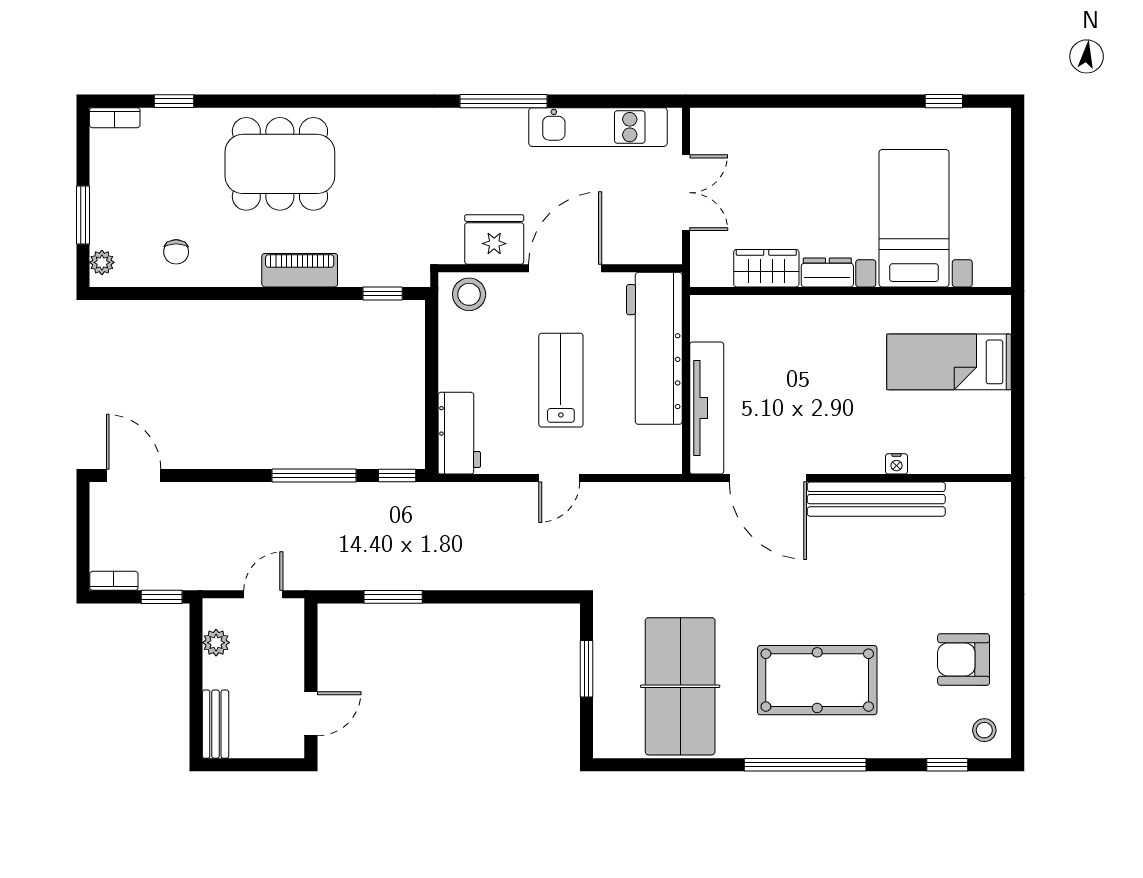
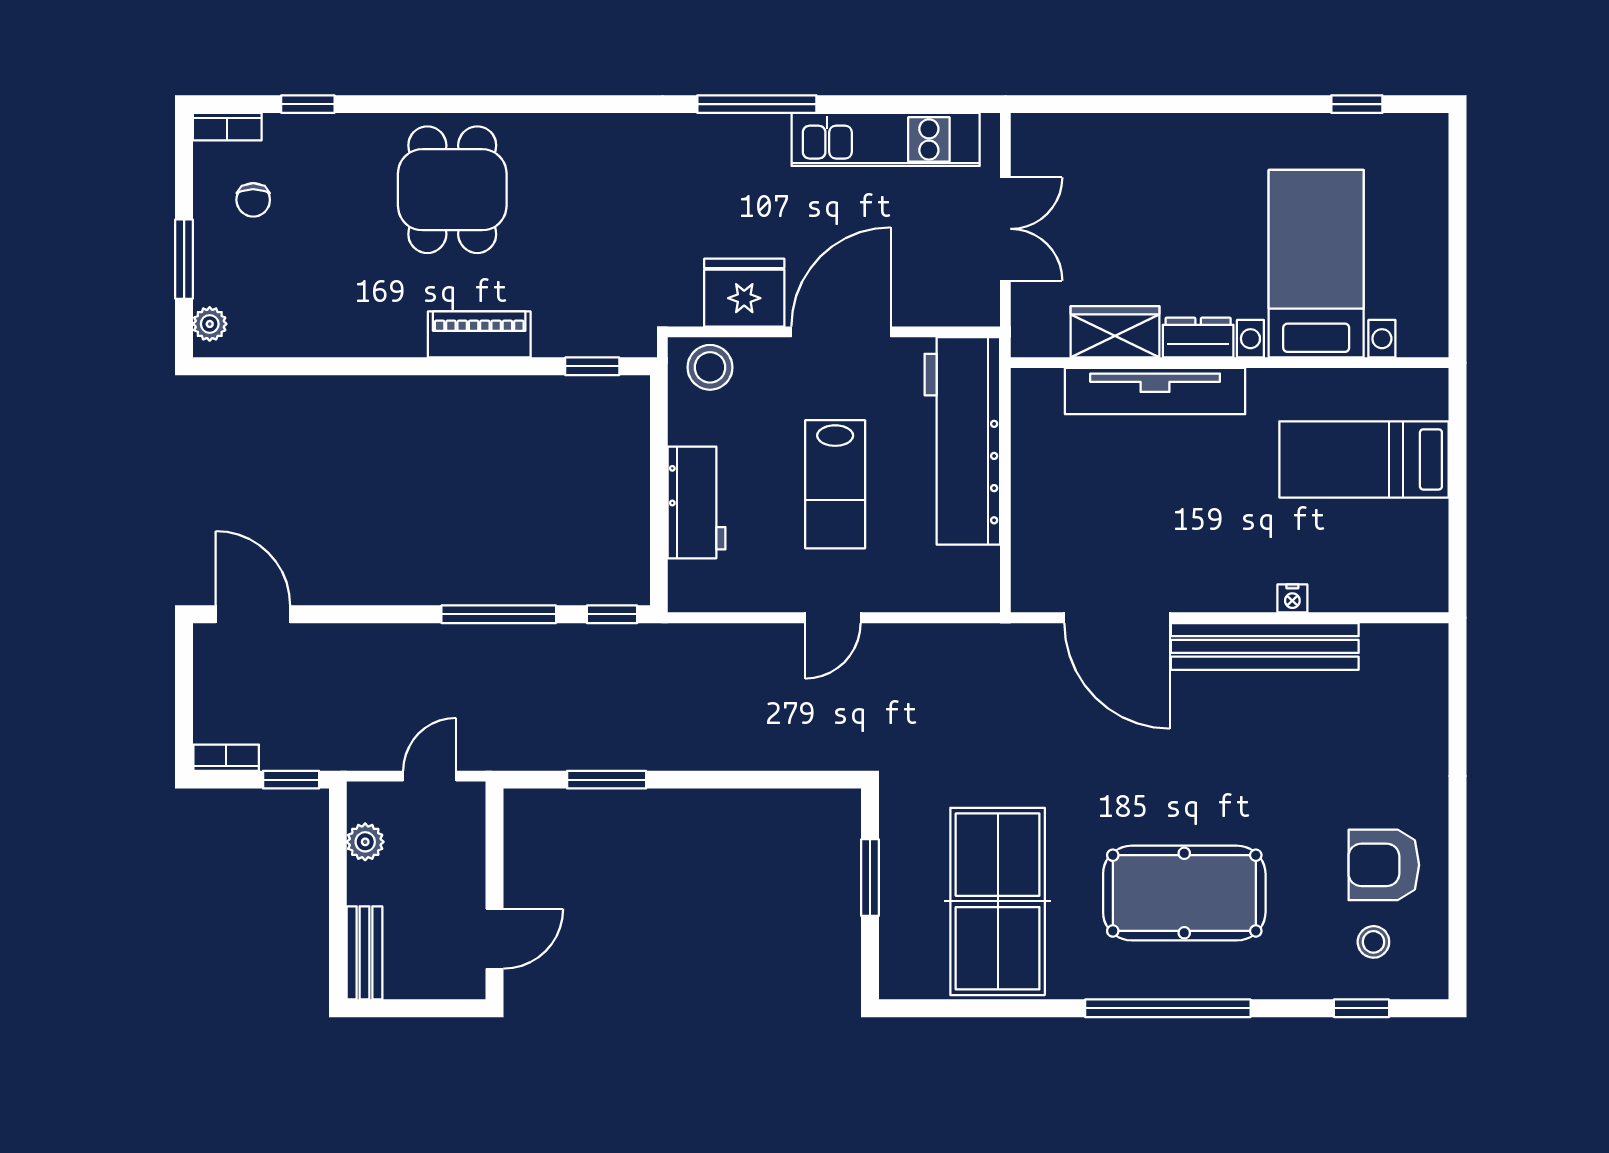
dining table: (280, 164) -> (452, 190), width x0.73
chair: (176, 252) -> (253, 200), moved
lab bench: (561, 380) -> (835, 484), turned 180
tv unit: (707, 408) -> (1155, 391), moved, turned 90
workbench: (459, 433) -> (697, 502), moved
stool: (984, 730) -> (1373, 942), moved

